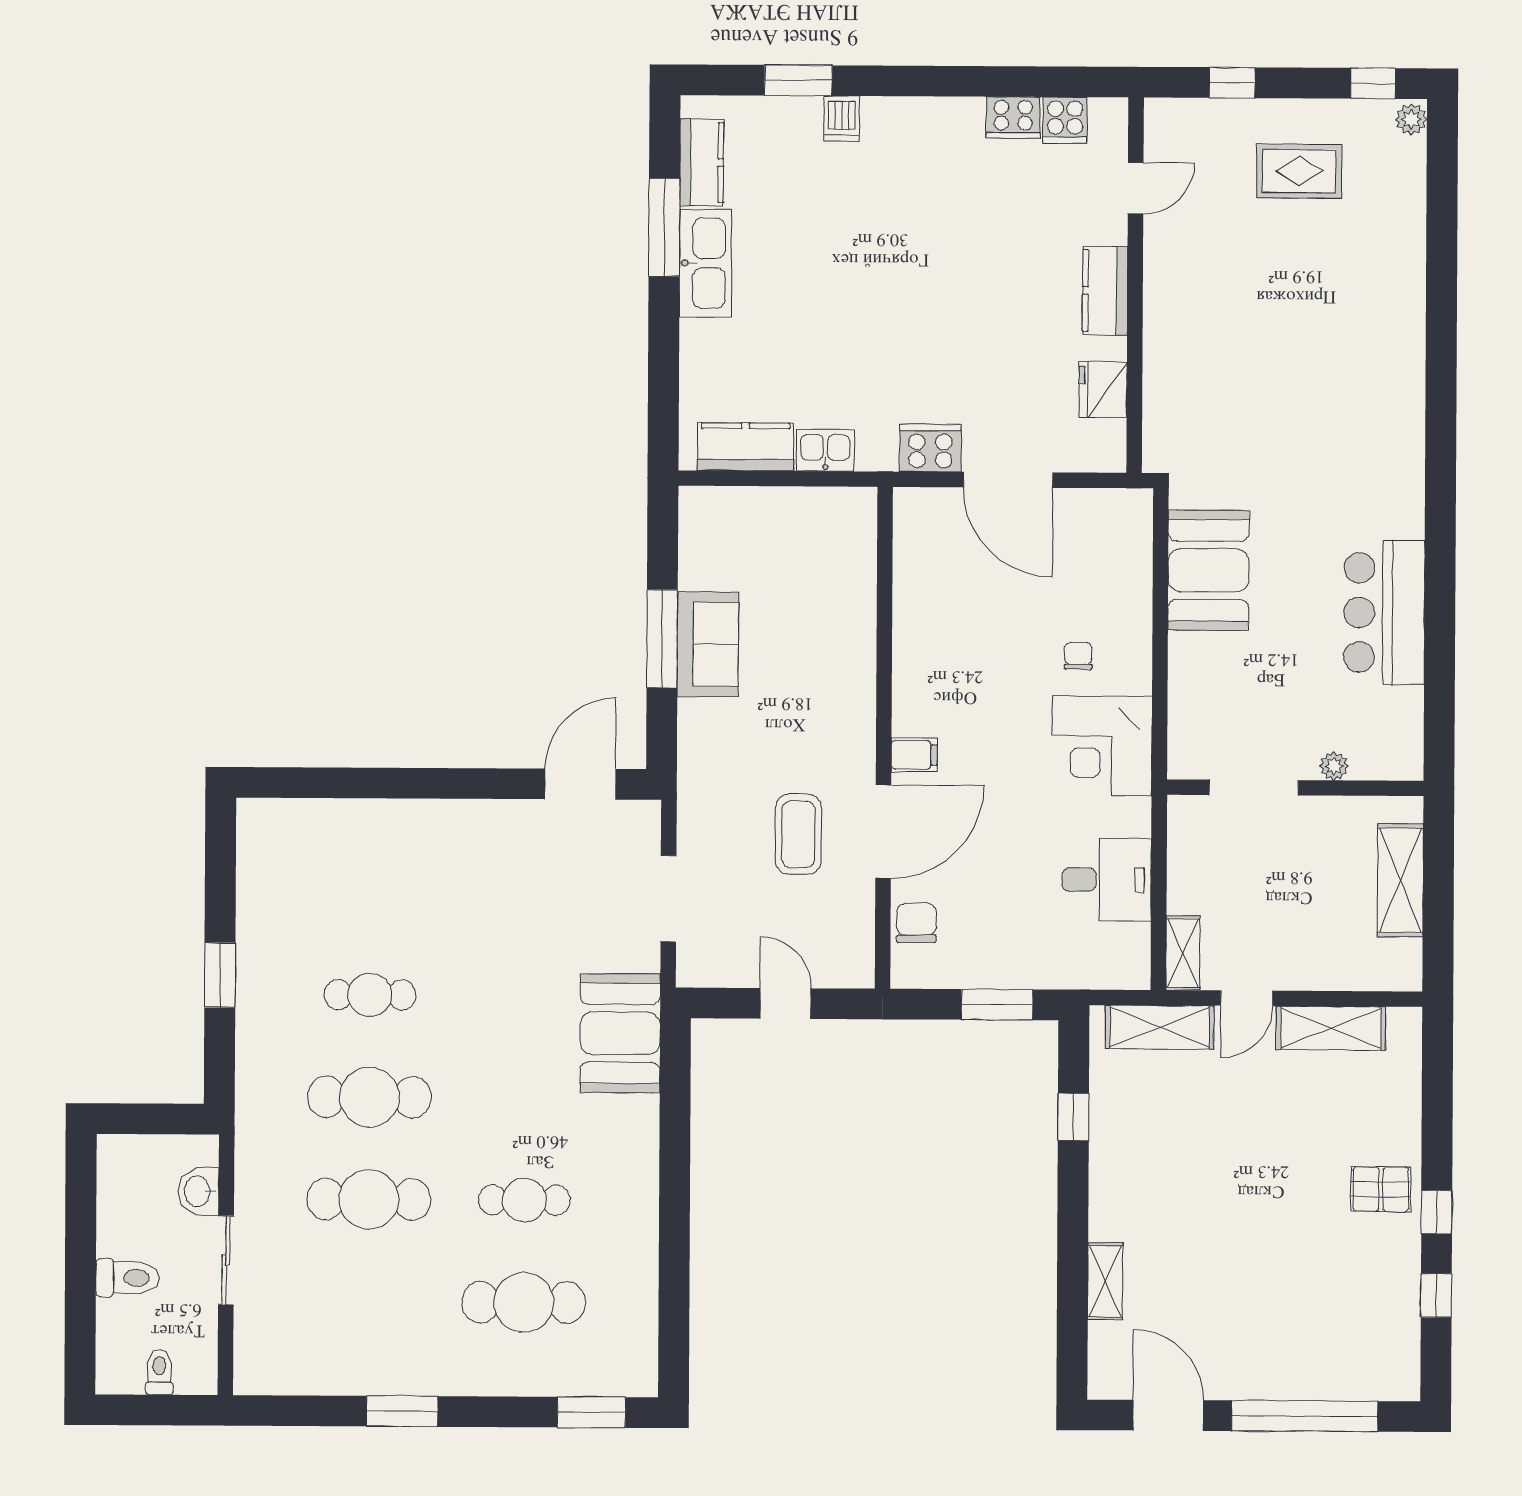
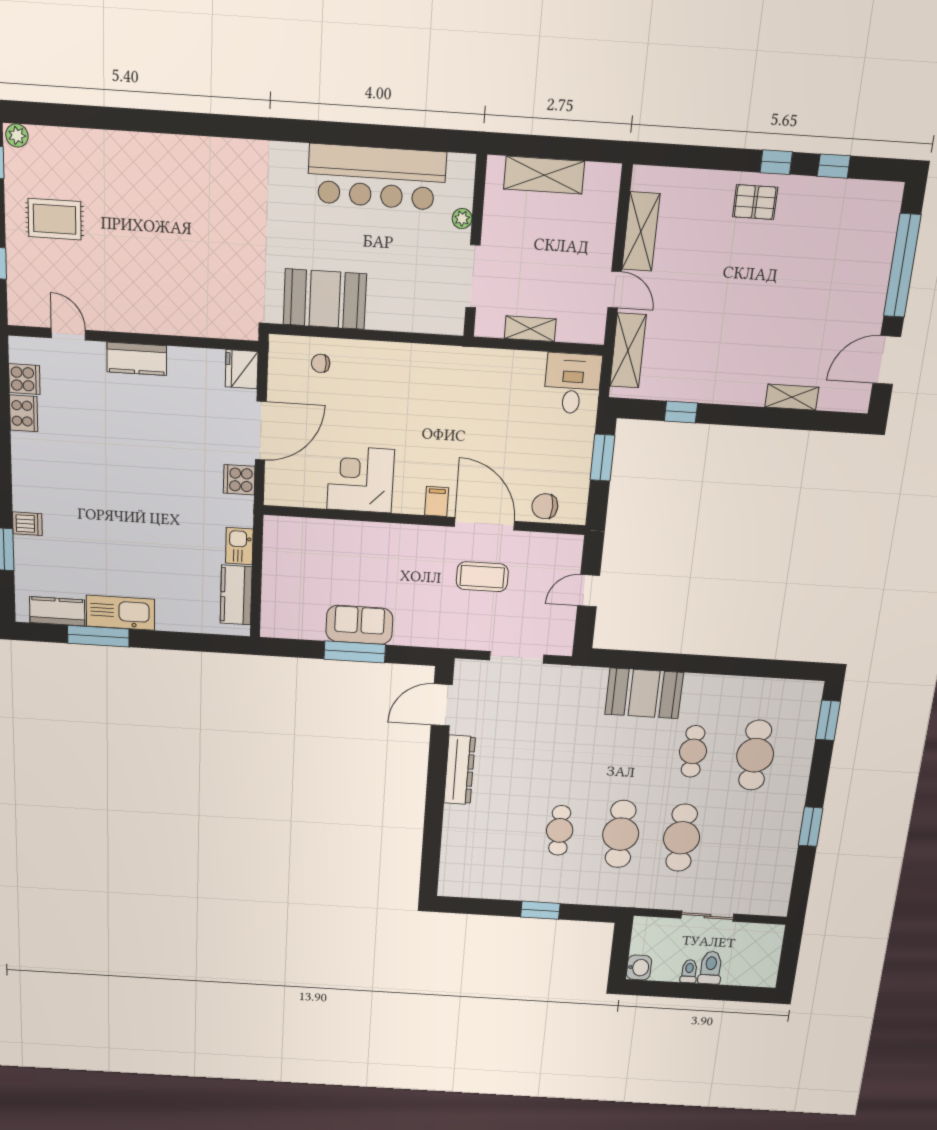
rug: (1299, 171) -> (55, 219), turned 90
fridge: (1103, 390) -> (242, 369), moved, turned 90
cooker: (930, 448) -> (239, 480), width x0.73
bar counter: (1384, 613) -> (377, 177), width x1.36
chair: (1078, 656) -> (321, 363), moved
corner desk: (1102, 746) -> (361, 479), moved, turned 180
door: (580, 784) -> (442, 705), hinge flipped
dresser: (469, 820) -> (460, 770), added
desk: (1107, 880) -> (573, 384), moved
shelving: (1183, 953) -> (530, 329), moved
booth: (620, 1033) -> (644, 693), moved
pallet: (1381, 1189) -> (755, 202), turned 90
washbasin: (198, 1191) -> (639, 968), moved, turned -90
toilet: (159, 1372) -> (689, 971), moved, turned 90

